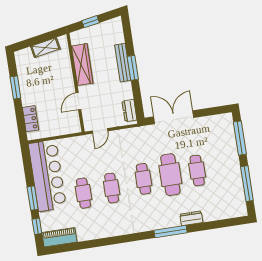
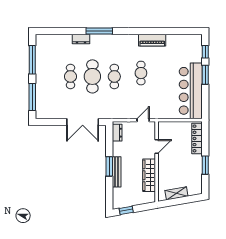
window: (91, 22) -> (126, 210), moved
locker: (31, 119) -> (197, 138), width x1.53
cafe table: (83, 193) -> (164, 72), removed
piano: (59, 237) -> (152, 40), moved

